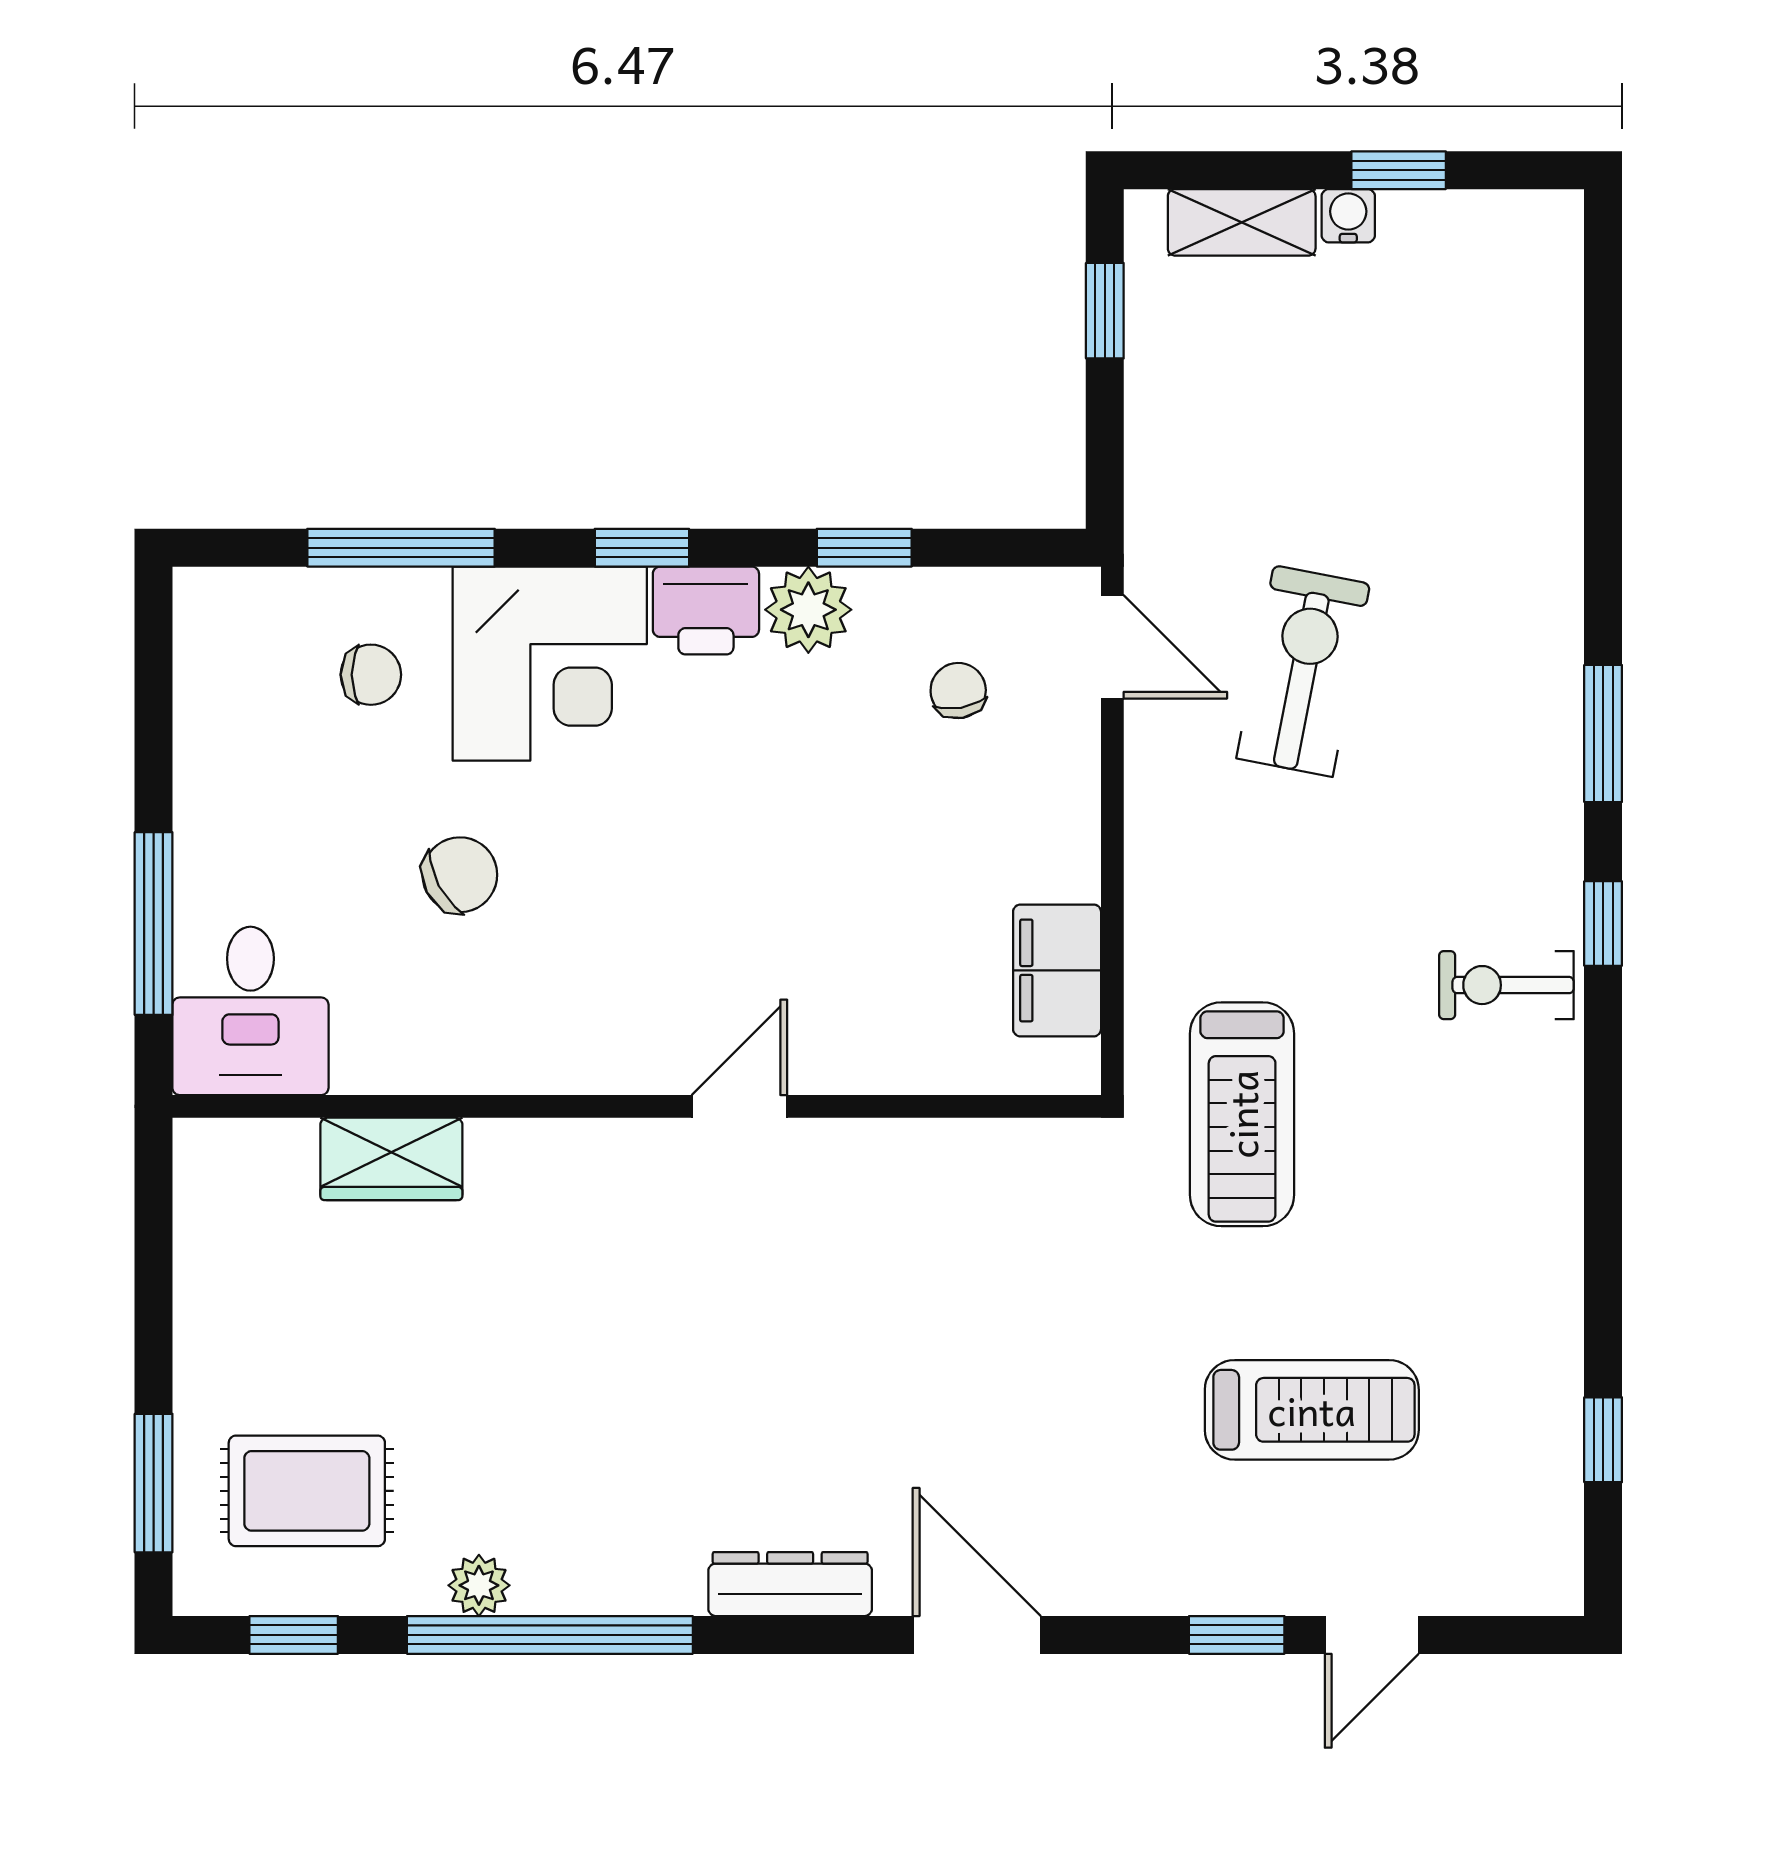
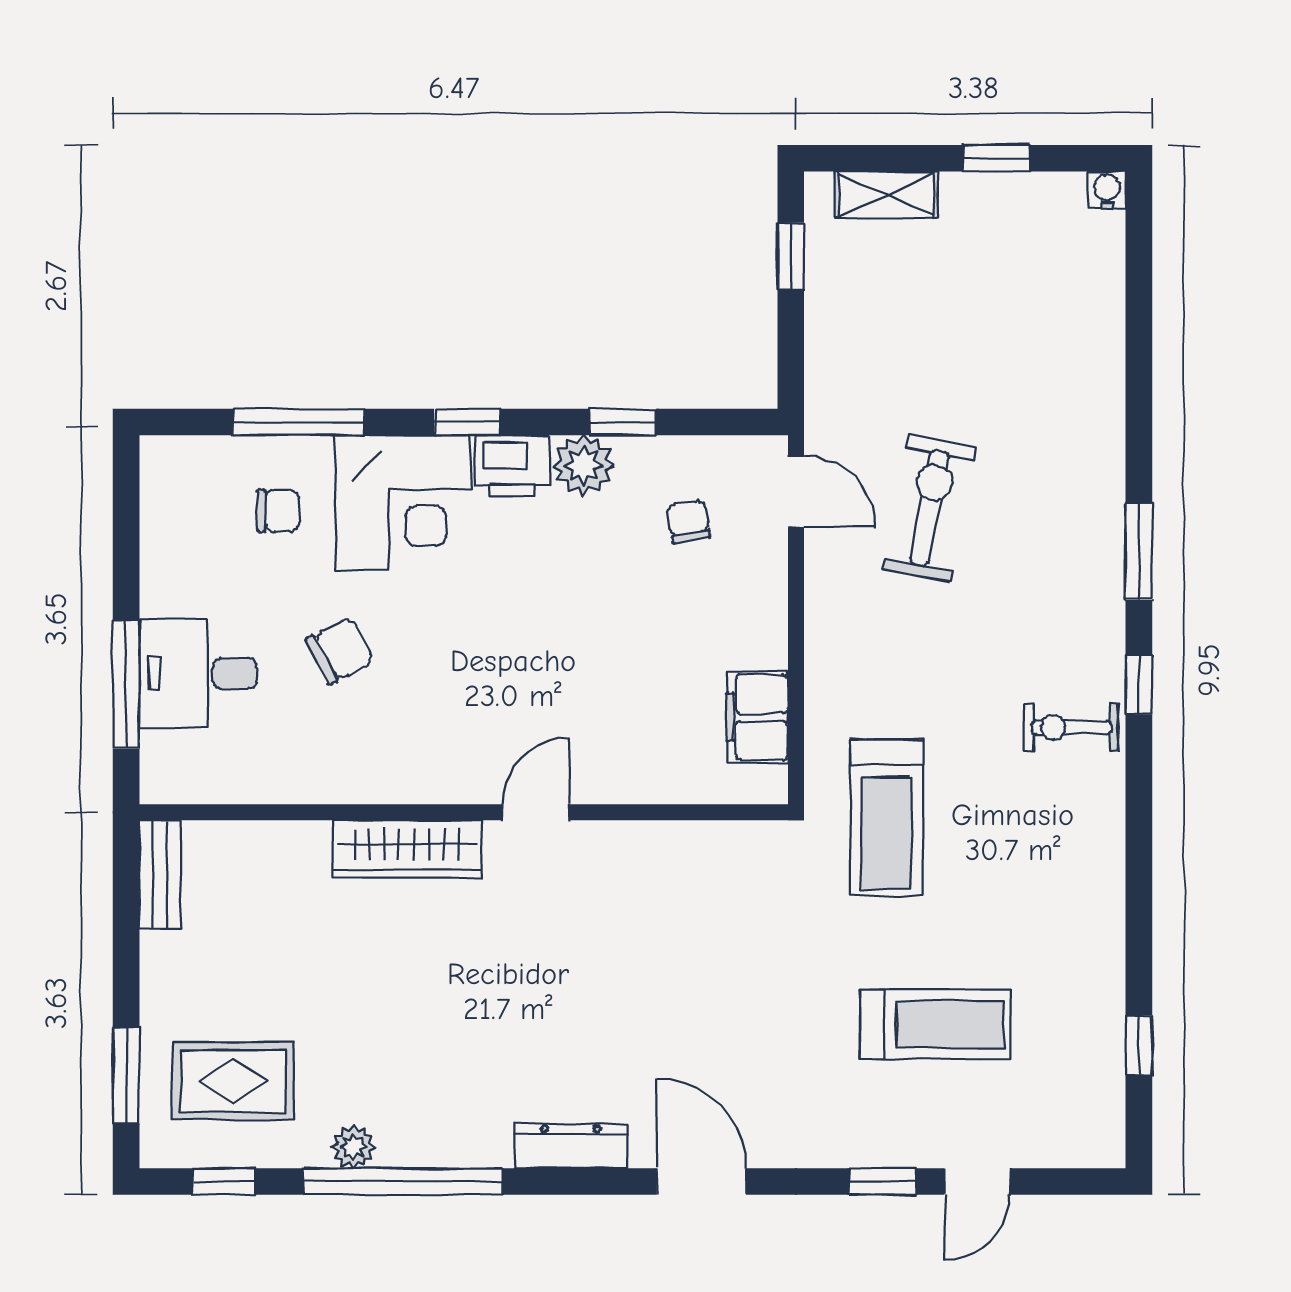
water cooler: (1348, 216) -> (1107, 190), moved
desk: (250, 1011) -> (198, 674), moved, turned 90
wardrobe: (391, 1159) -> (407, 849), moved, width x1.50
bench: (202, 1195) -> (160, 874), added

